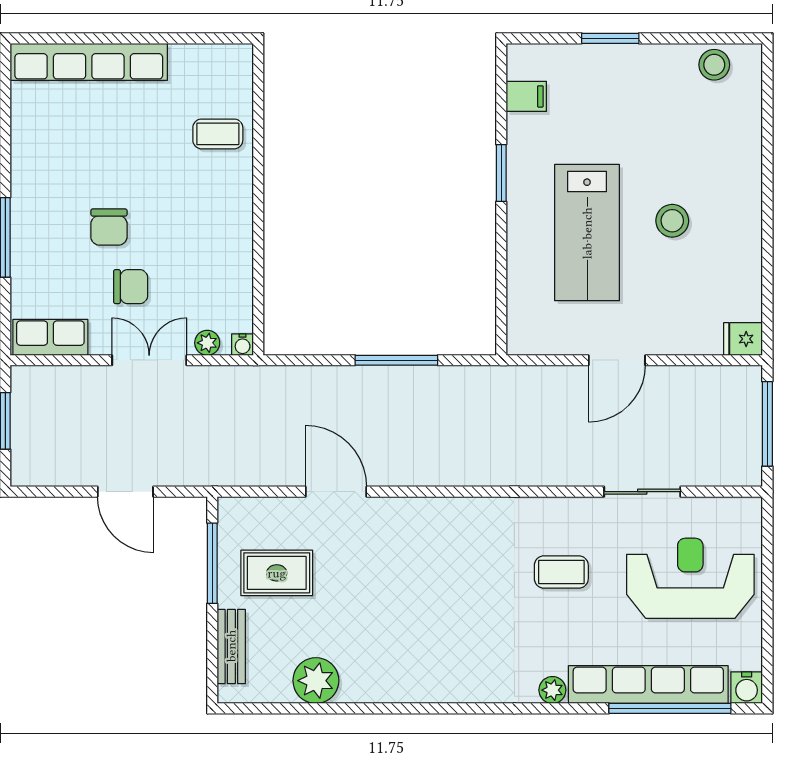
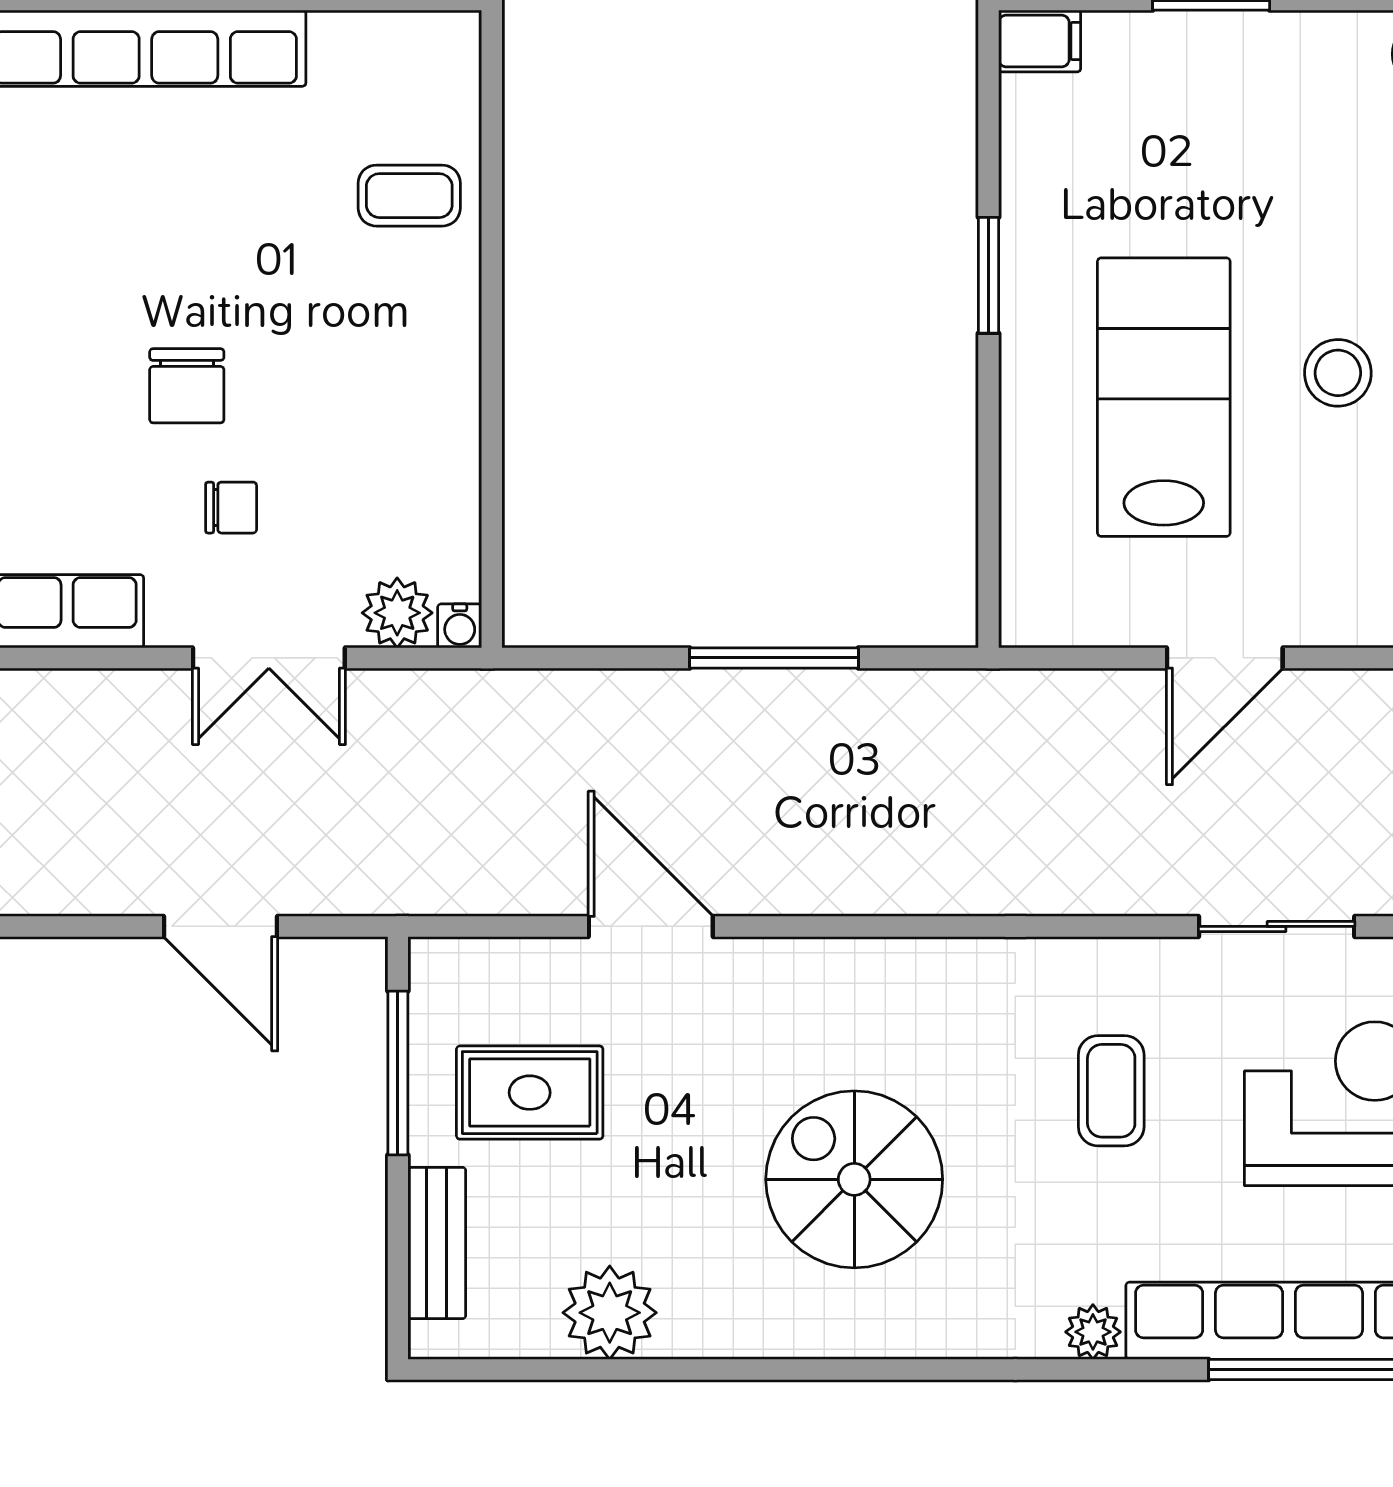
filing cabinet: (526, 96) -> (1040, 41), moved
lab bench: (587, 233) -> (1164, 397), turned 180
chair: (131, 287) -> (231, 508), width x0.73, depth x0.73
plant: (207, 343) -> (397, 613), width x1.38, depth x1.38
double door: (149, 360) -> (269, 658), swing flipped
coffee table: (561, 572) -> (1111, 1091), turned 90
spiral stairs: (436, 615) -> (854, 1179), added

